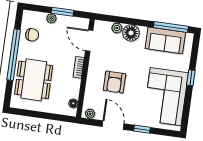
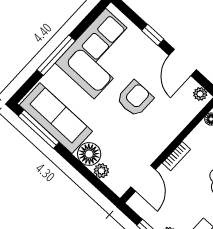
sofa: (165, 40) -> (56, 118), width x1.36
window: (191, 78) -> (56, 55), width x2.17
armchair: (114, 82) -> (135, 99), moved

